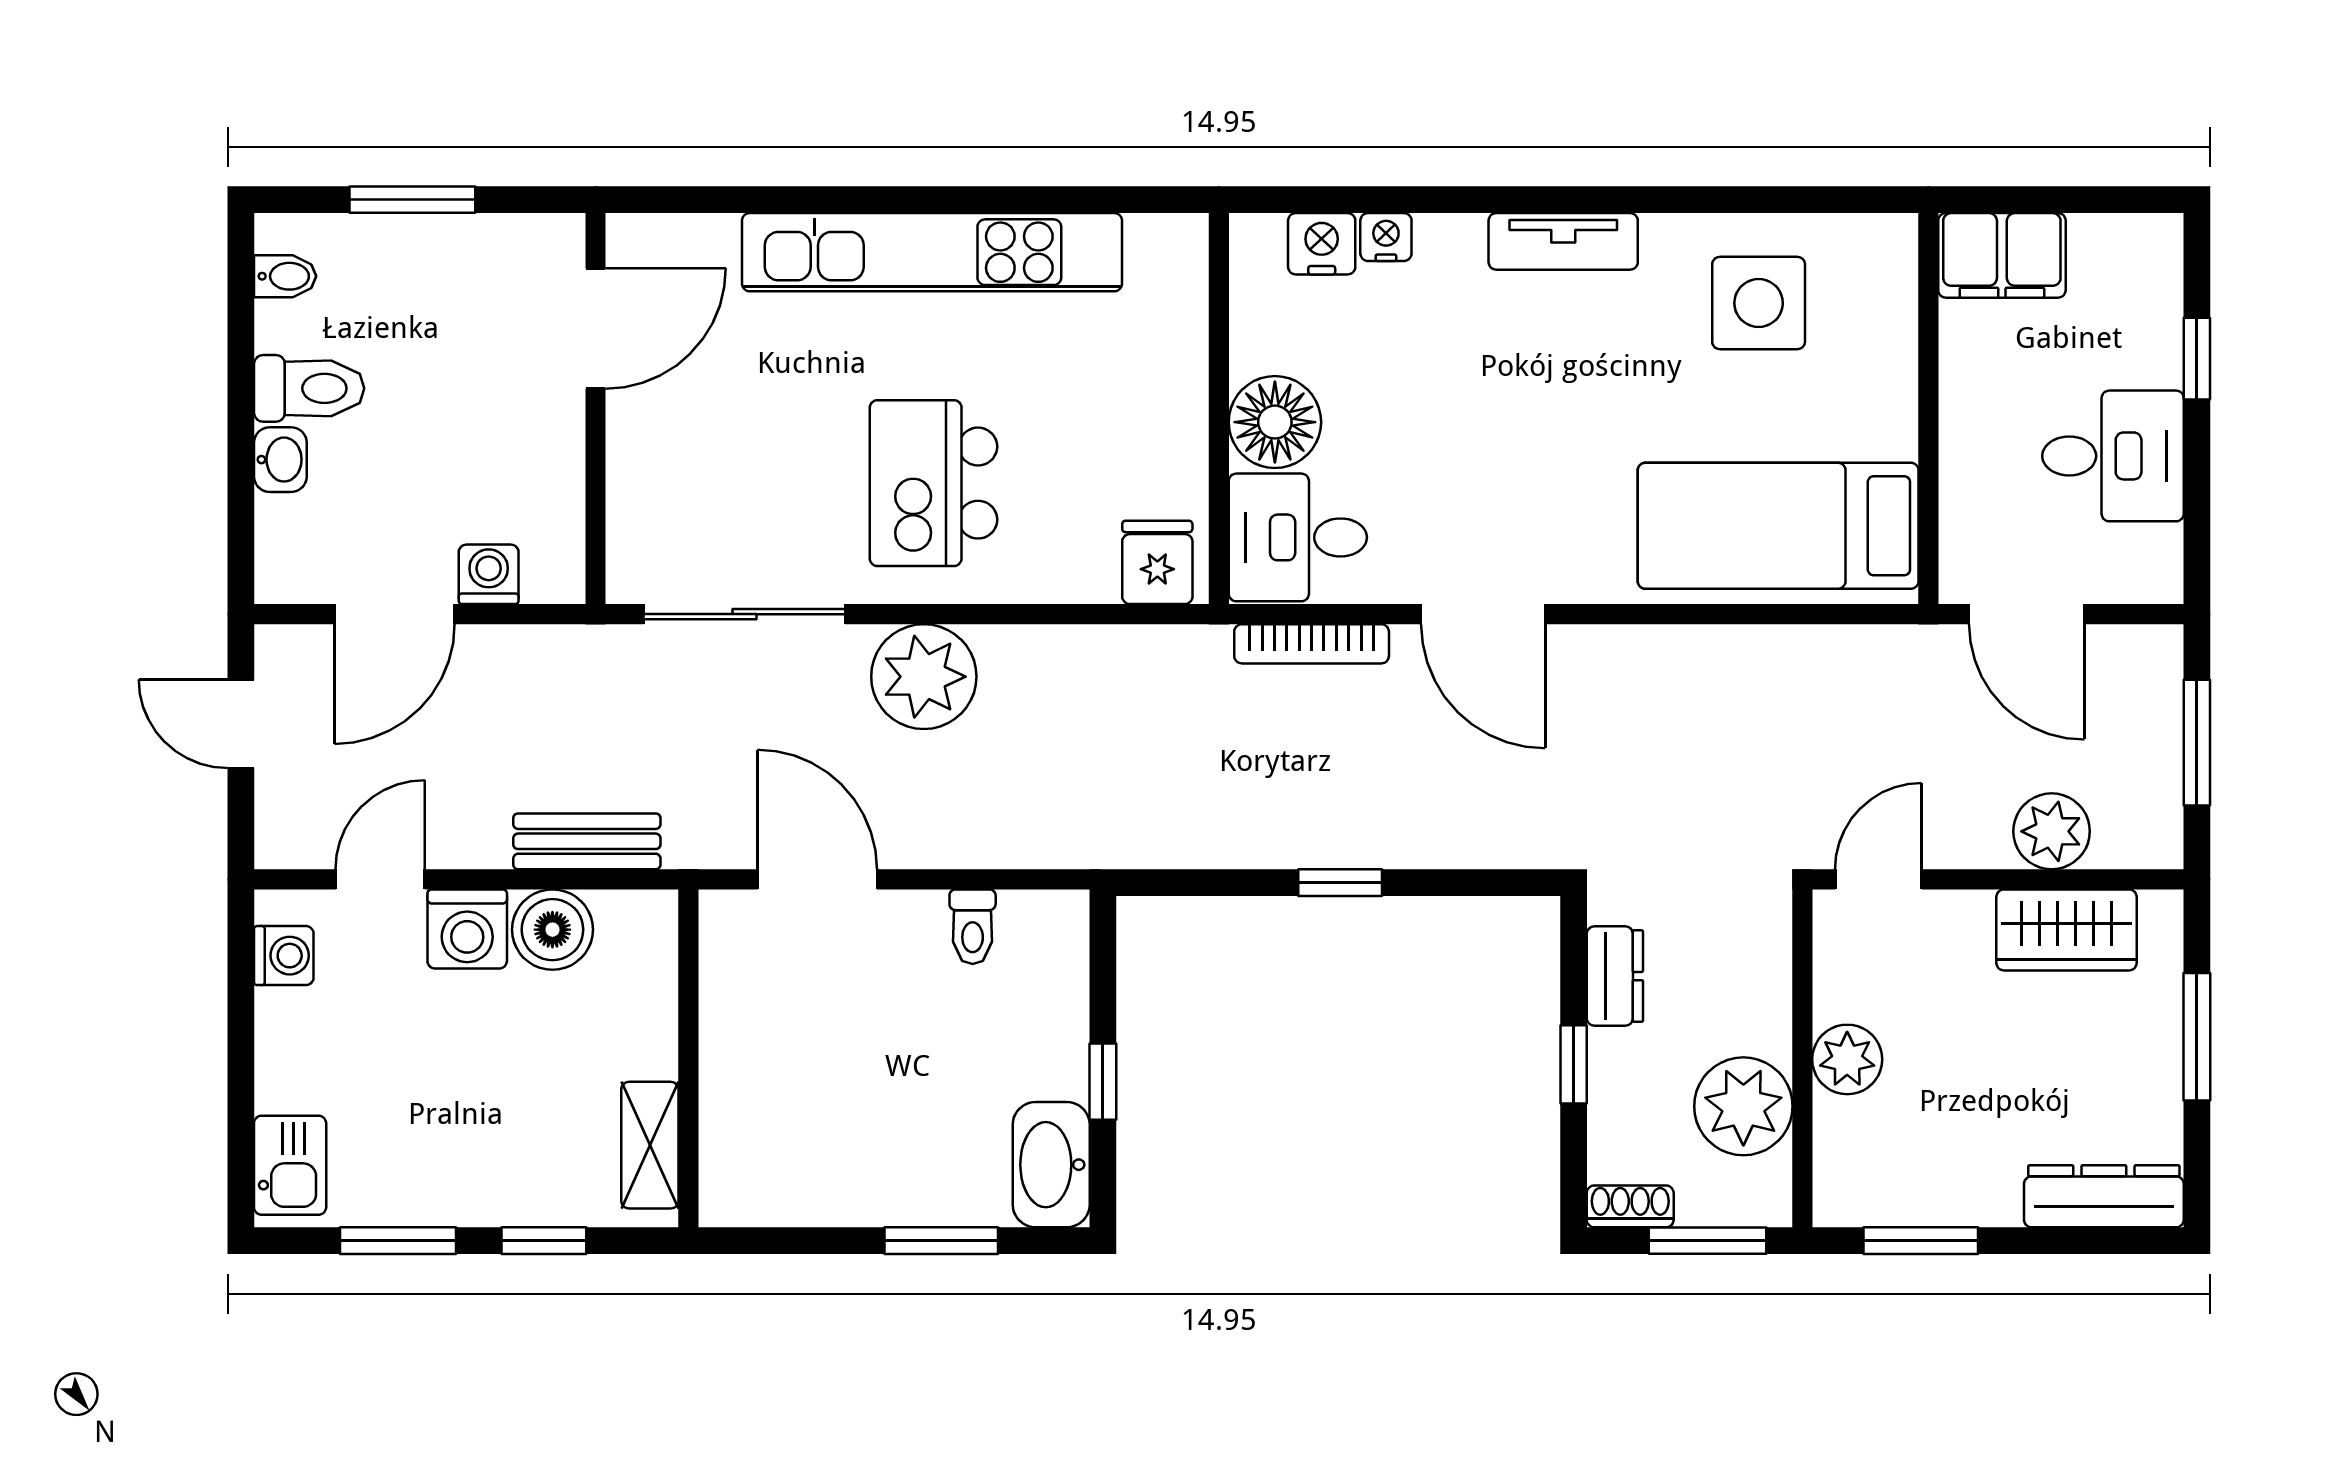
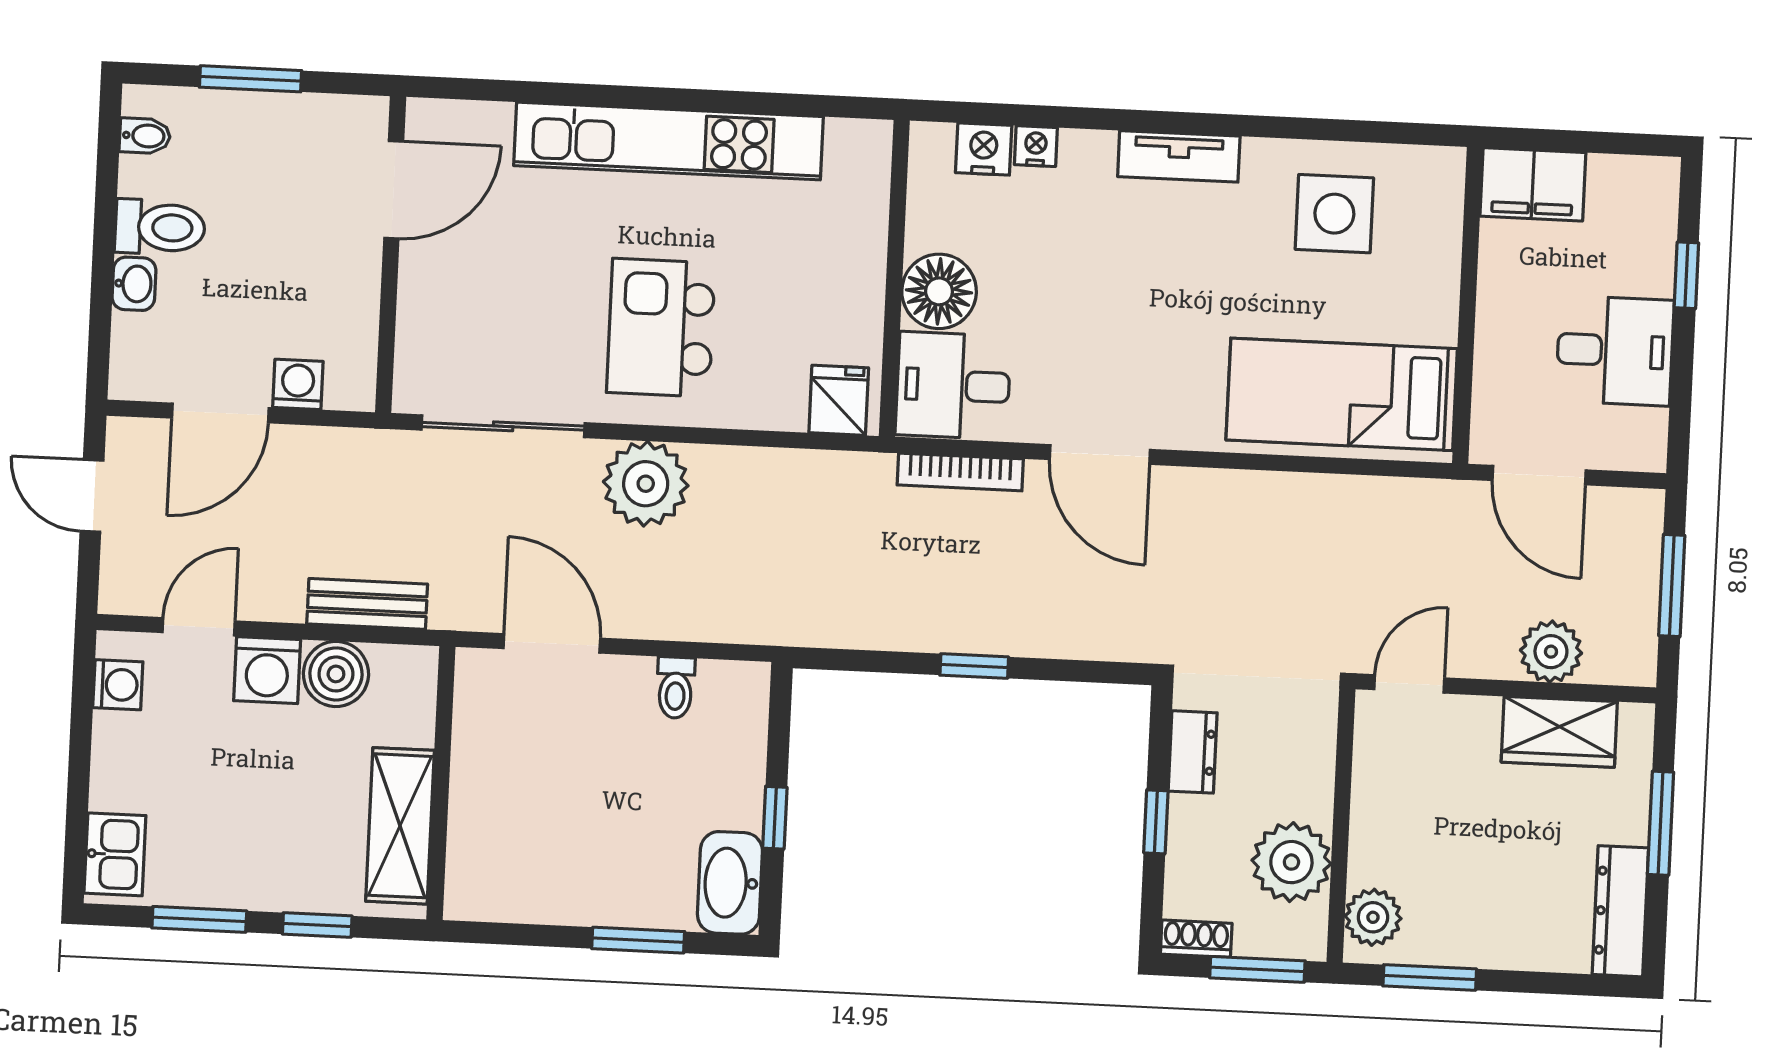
plant: (1847, 1059) -> (1373, 917), moved
shelving: (650, 1145) -> (400, 826), width x1.50, depth x1.33
dresser: (2104, 1196) -> (1620, 911), moved, turned -90

